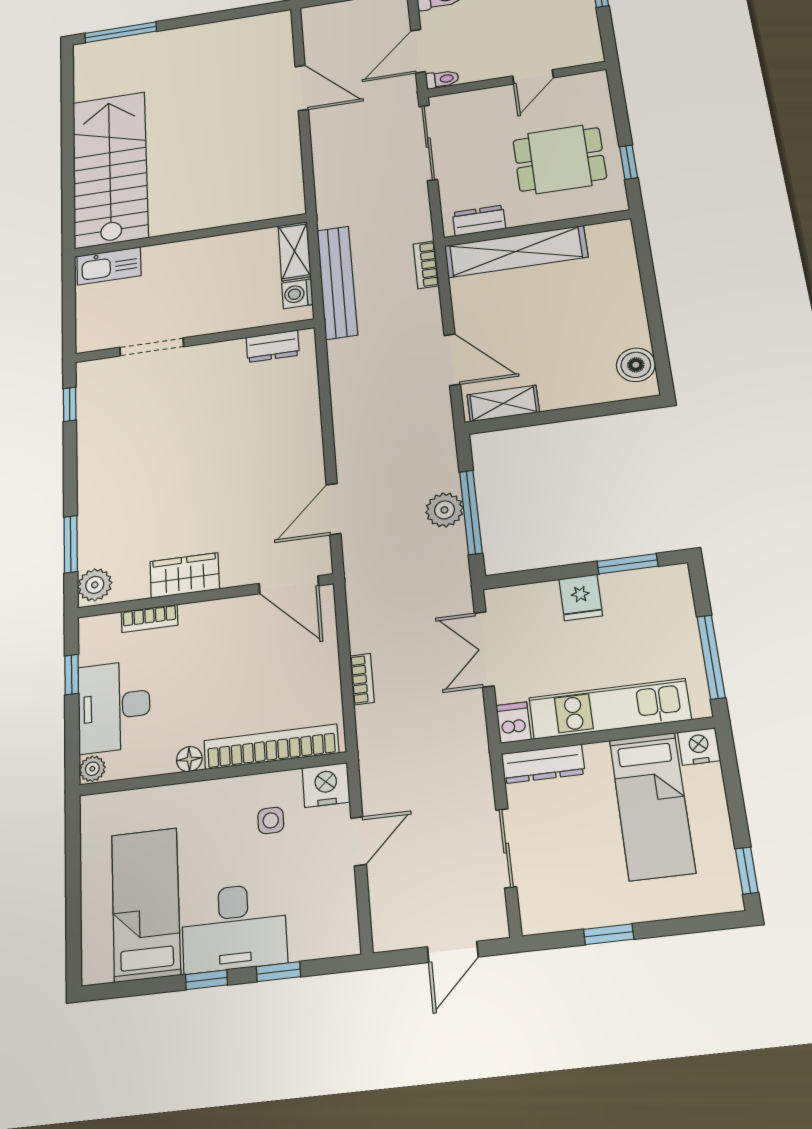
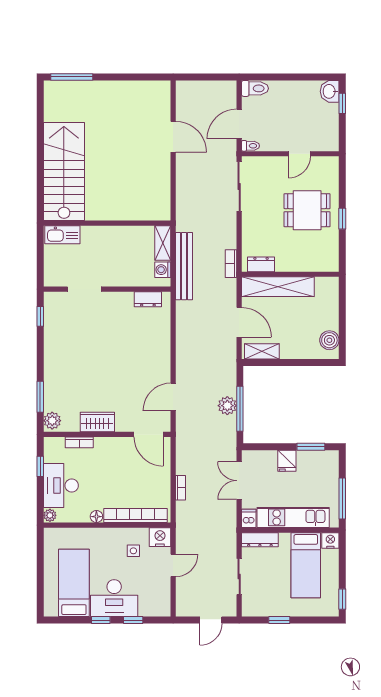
dresser: (479, 221) -> (261, 264), moved
wall: (537, 228) -> (290, 274), moved
shelving: (516, 251) -> (278, 287), moved

